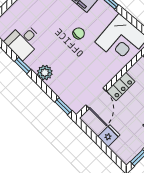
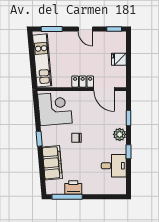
door: (96, 98) -> (104, 89), swing flipped
window: (63, 106) -> (128, 118), moved

